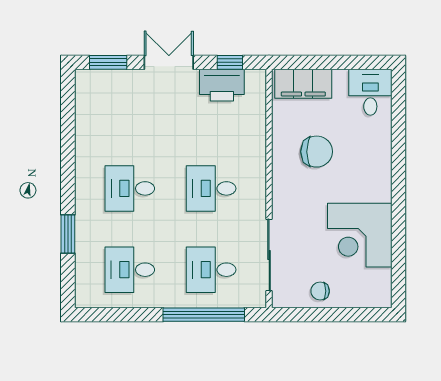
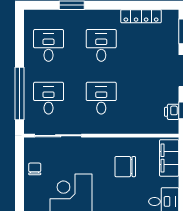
printer: (222, 85) -> (172, 112), width x0.53, depth x0.68
locker: (85, 127) -> (141, 16), added
chair: (317, 152) -> (125, 167), turned 90

